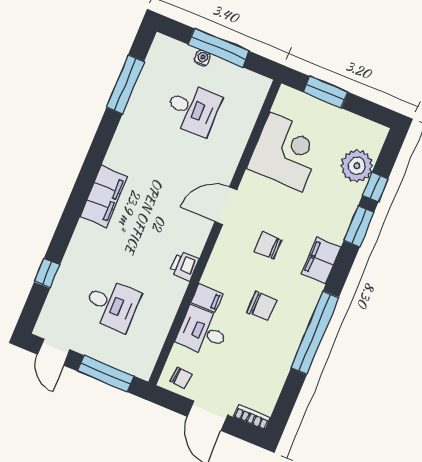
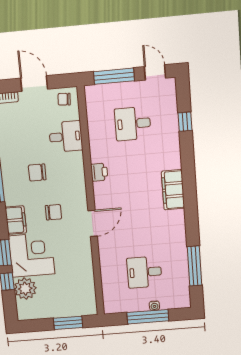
corner desk: (286, 152) -> (32, 255), moved, turned 180
filing cabinet: (207, 298) -> (74, 159), removed

